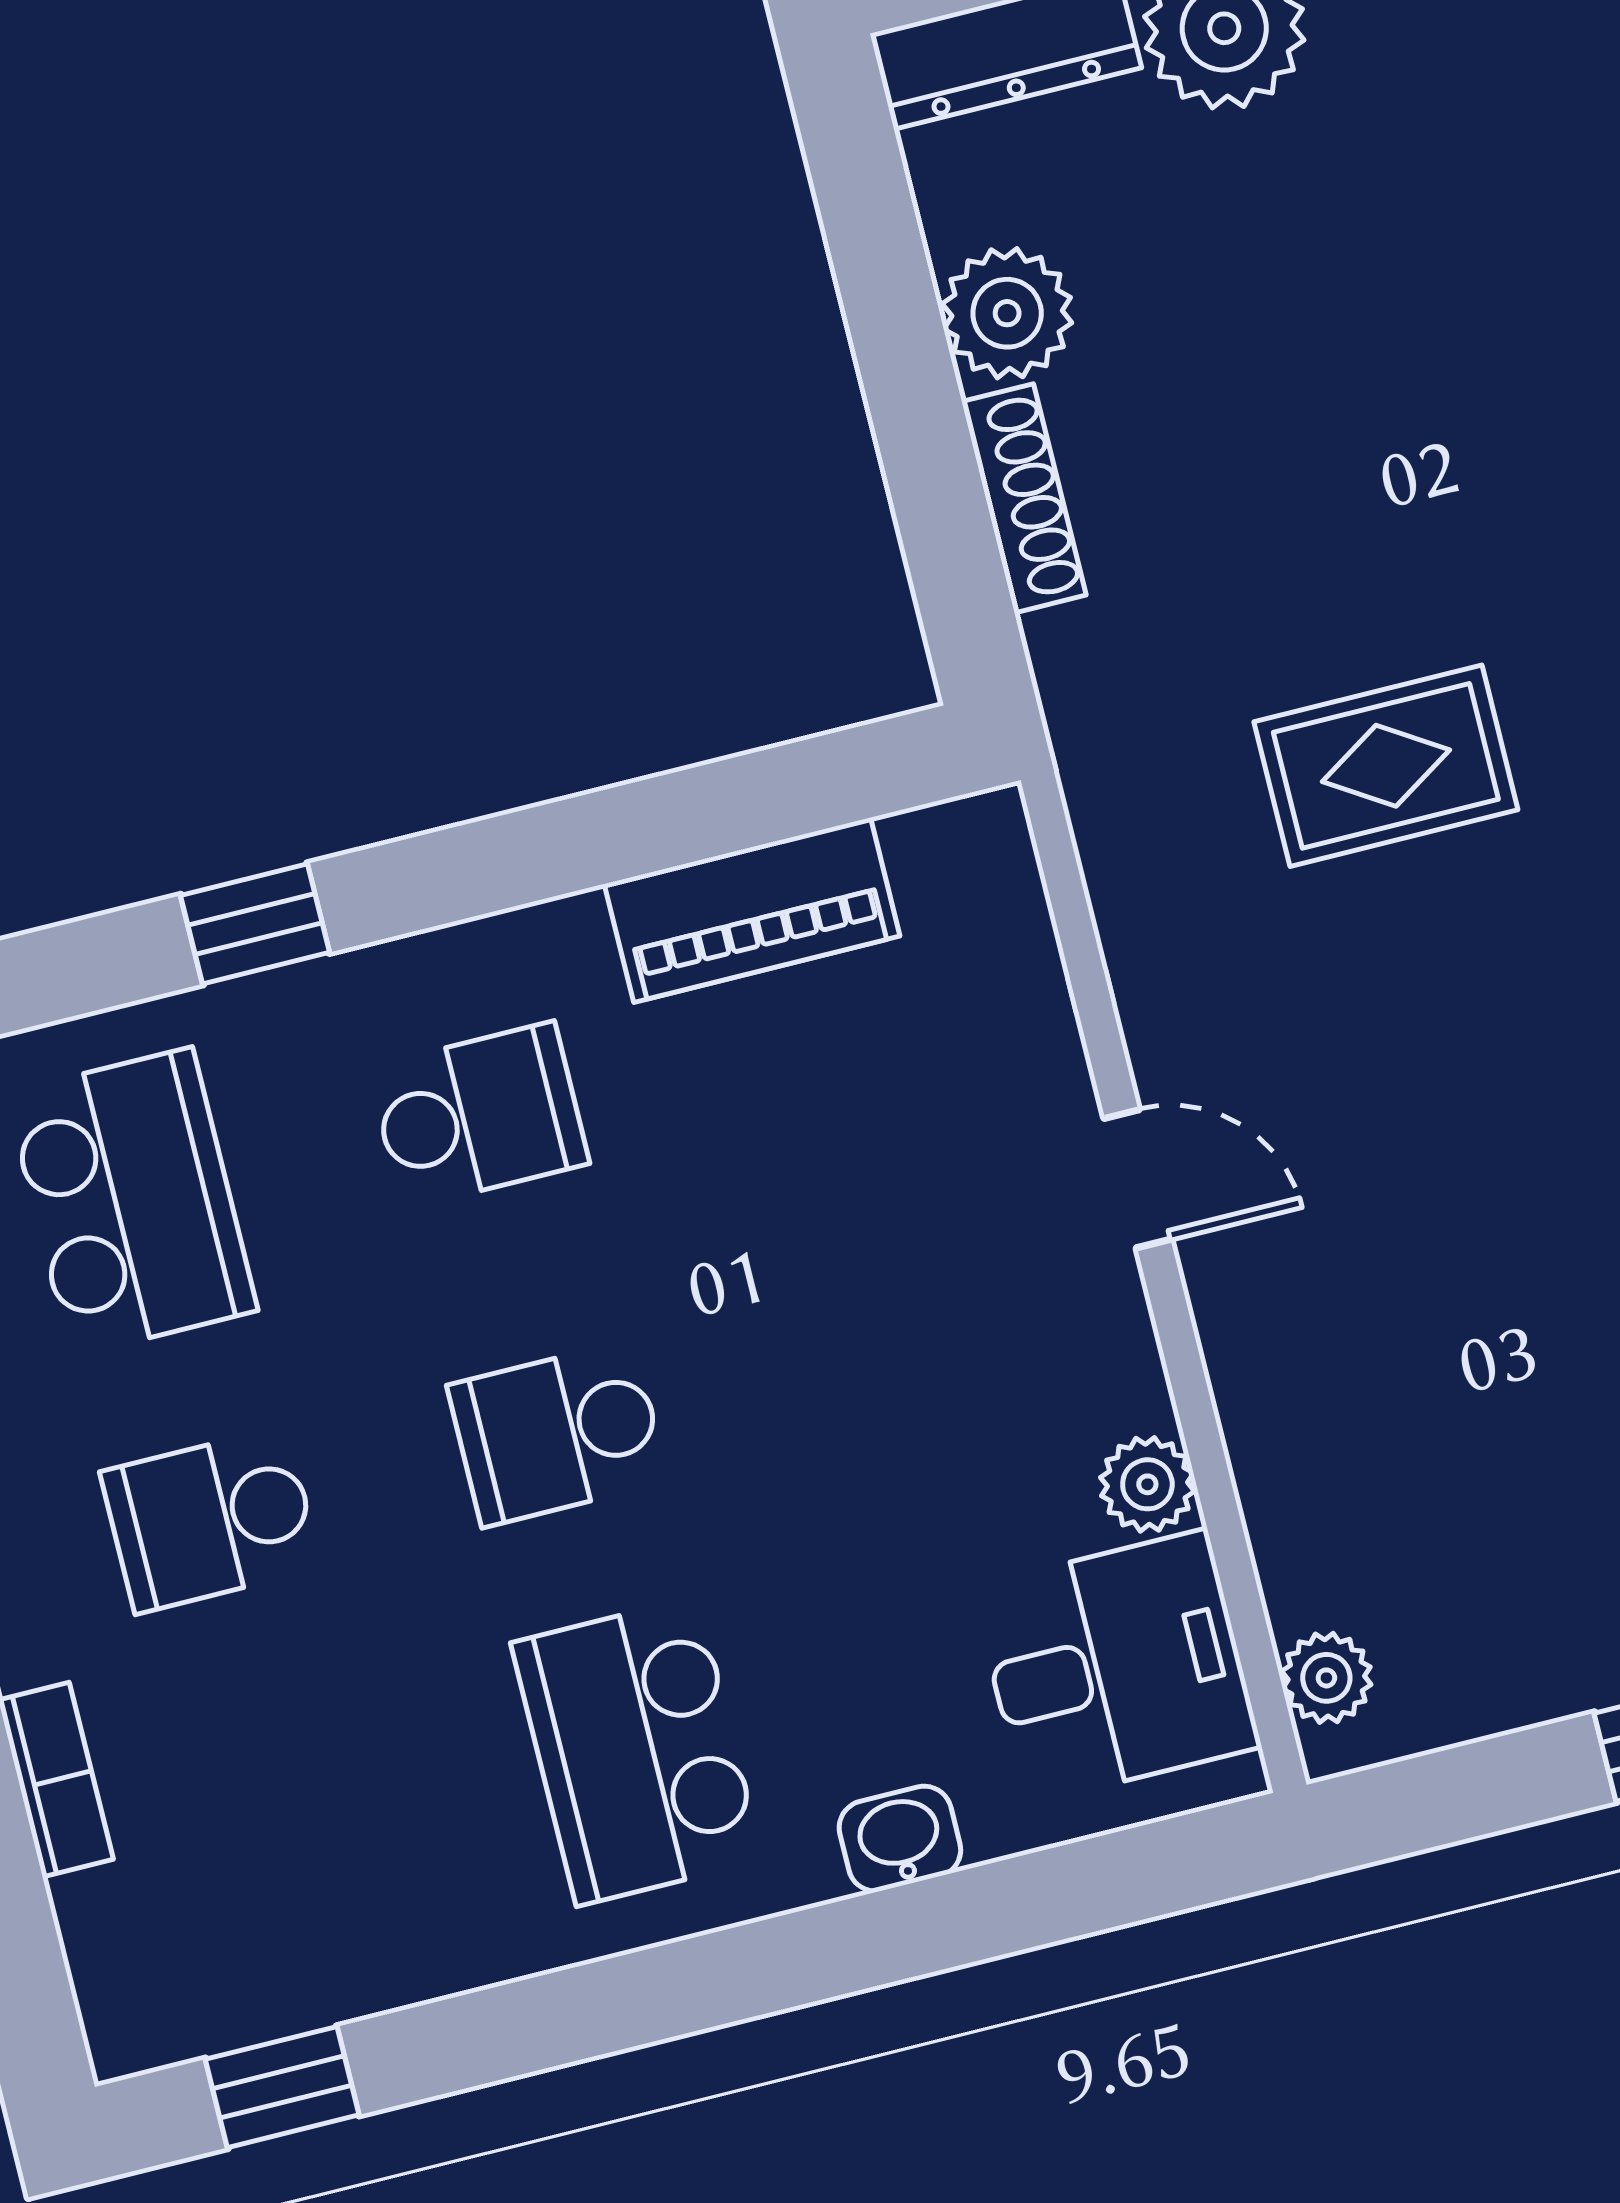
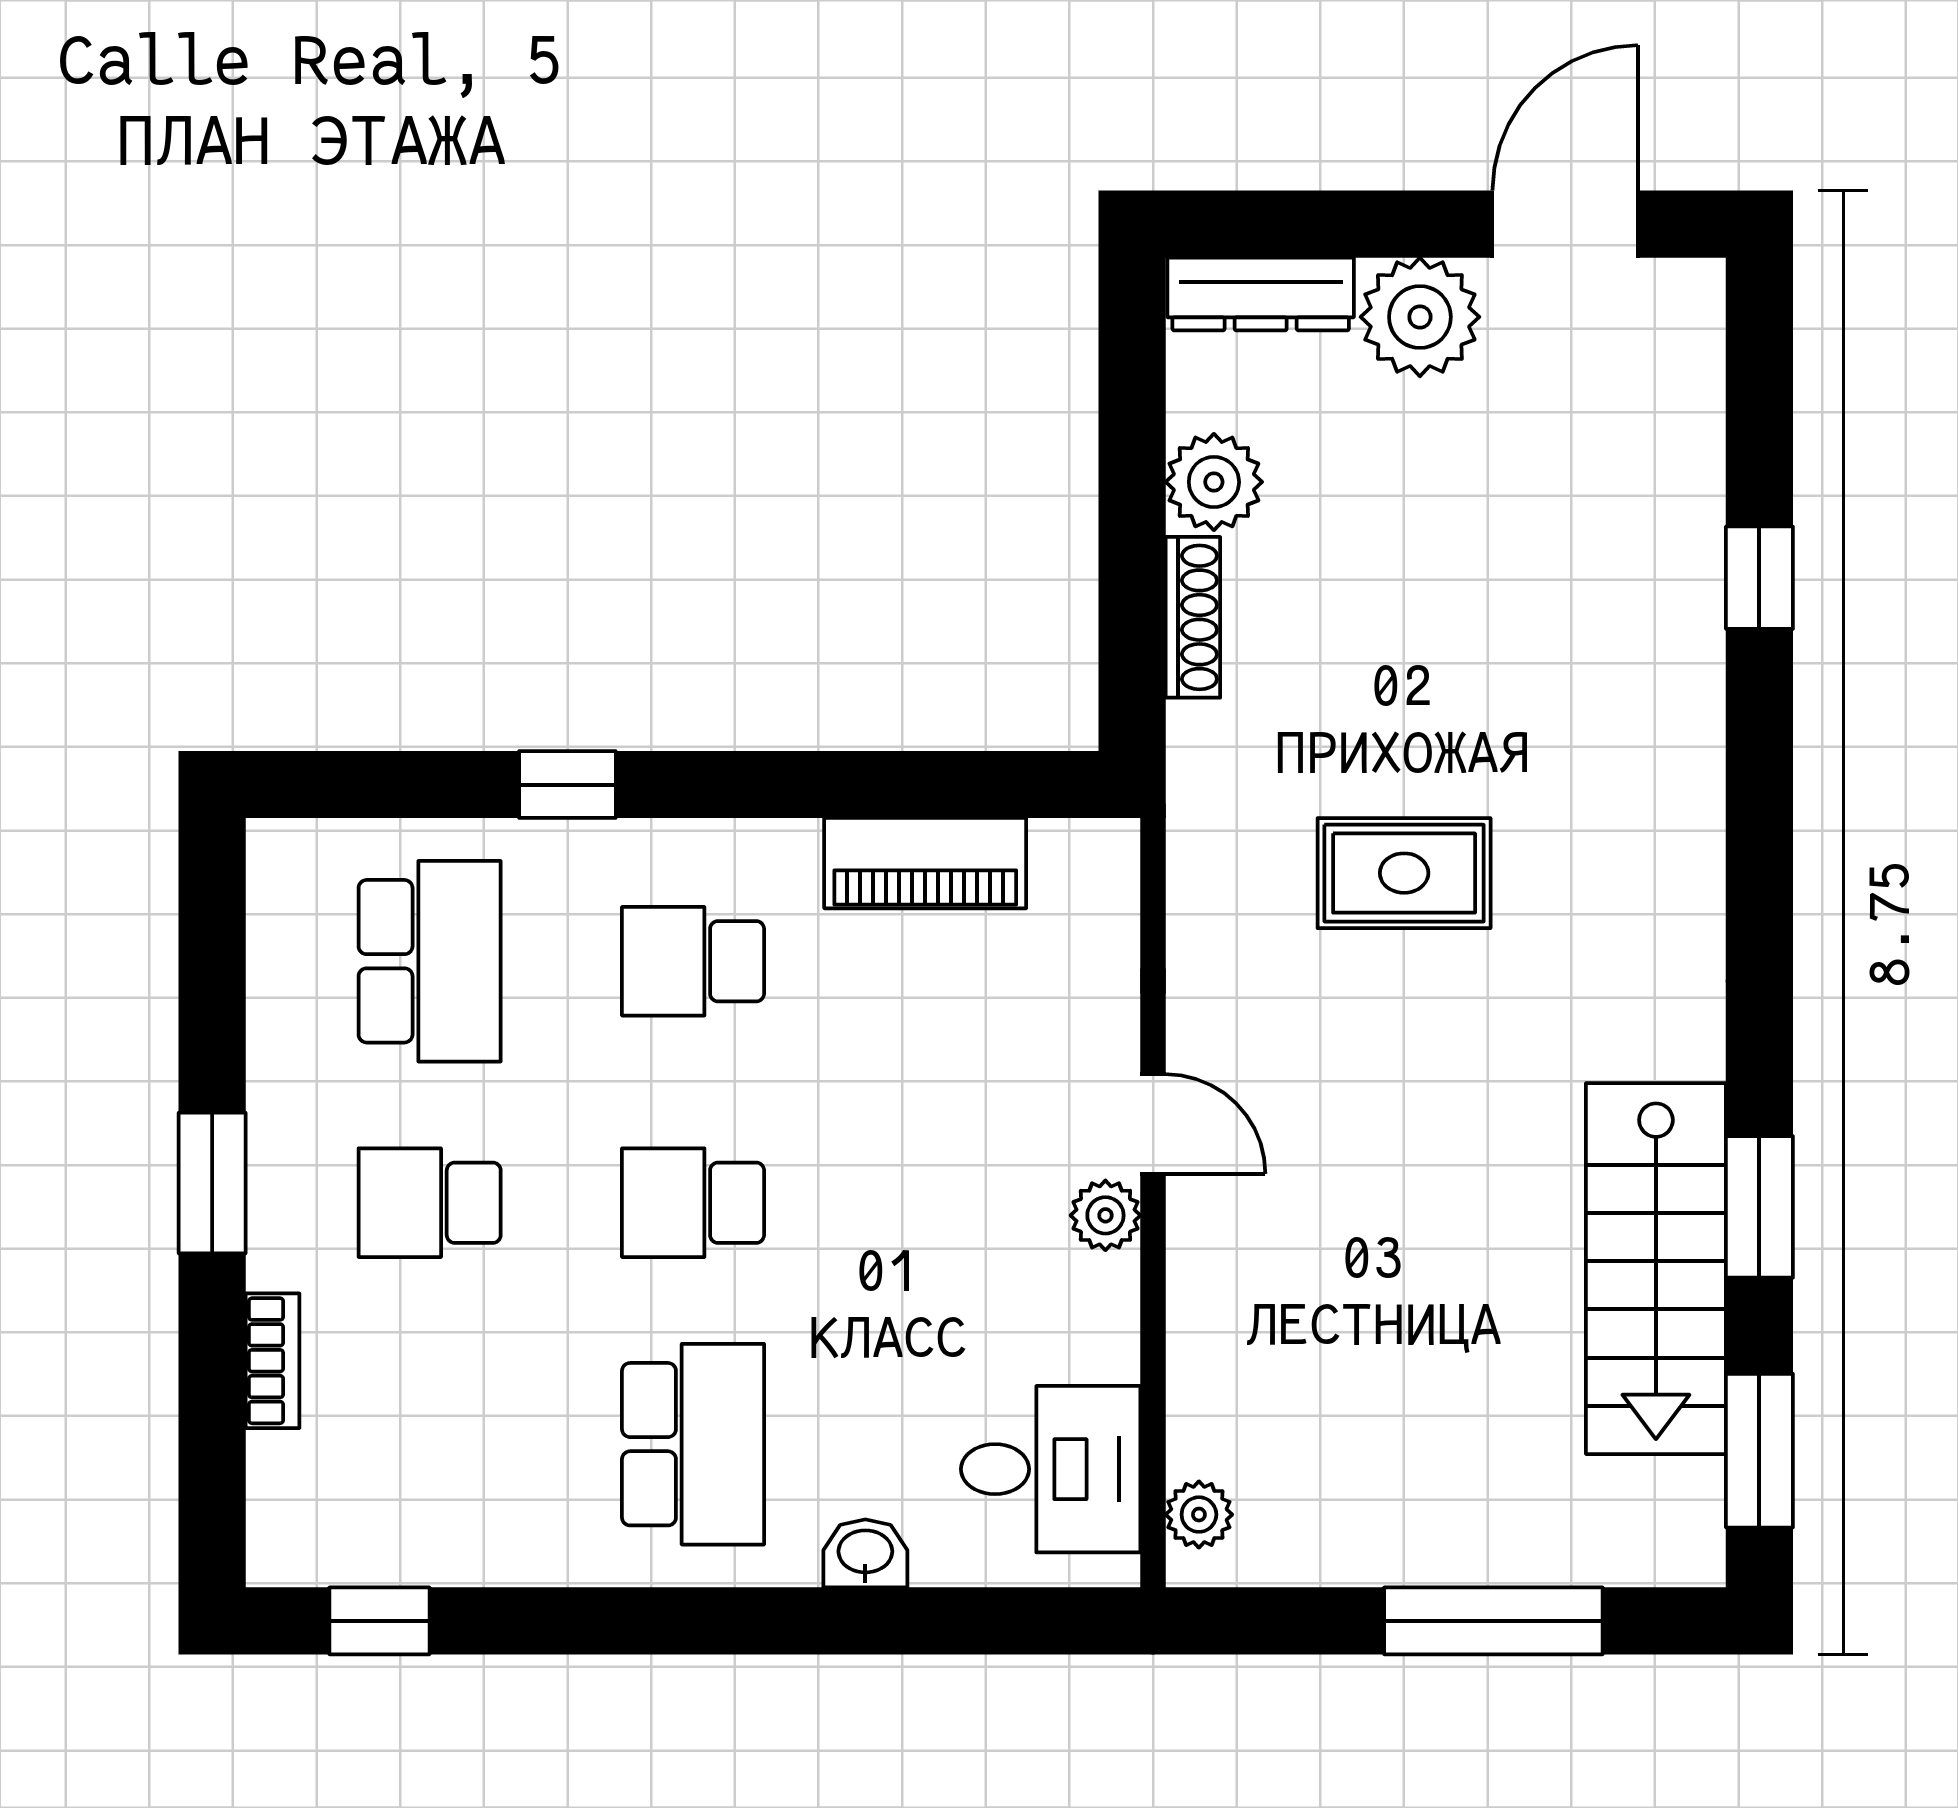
school desk: (478, 1115) -> (693, 961), turned 180
plant: (1147, 1484) -> (1105, 1215), moved
school desk: (637, 1751) -> (693, 1444), turned 180

